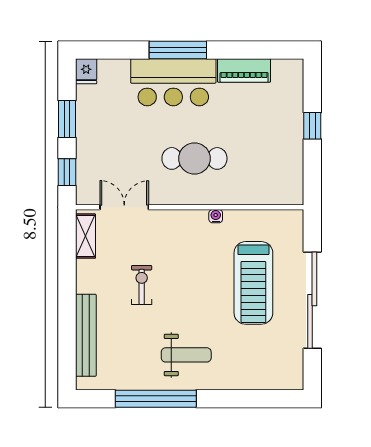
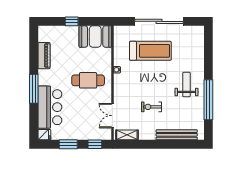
bar counter: (173, 82) -> (50, 107), moved
cafe table: (194, 158) -> (88, 80), turned 90
booth: (282, 173) -> (95, 36), added

